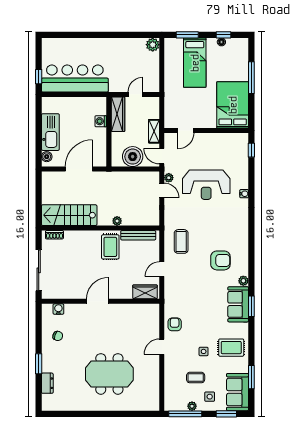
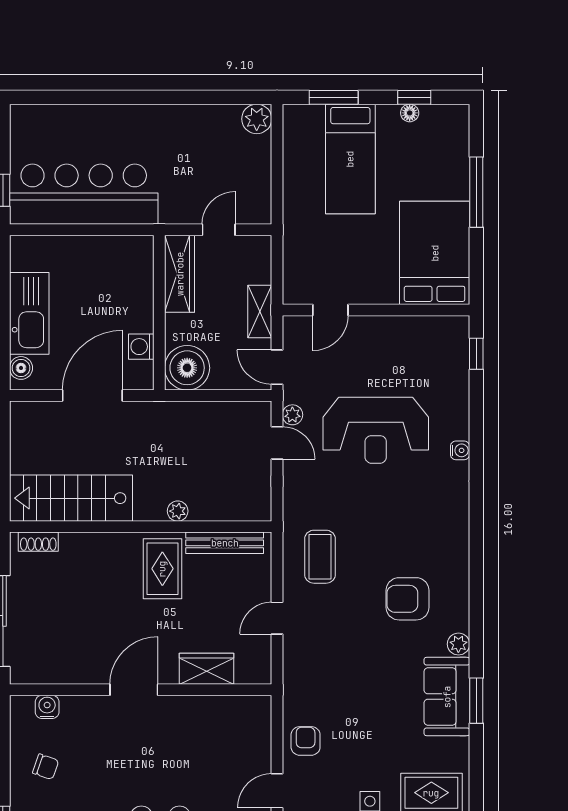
washing machine: (101, 121) -> (141, 347), moved
boiler: (133, 157) -> (187, 368), moved
armchair: (220, 260) -> (408, 599), turned 180
wardrobe: (145, 292) -> (206, 669), moved

